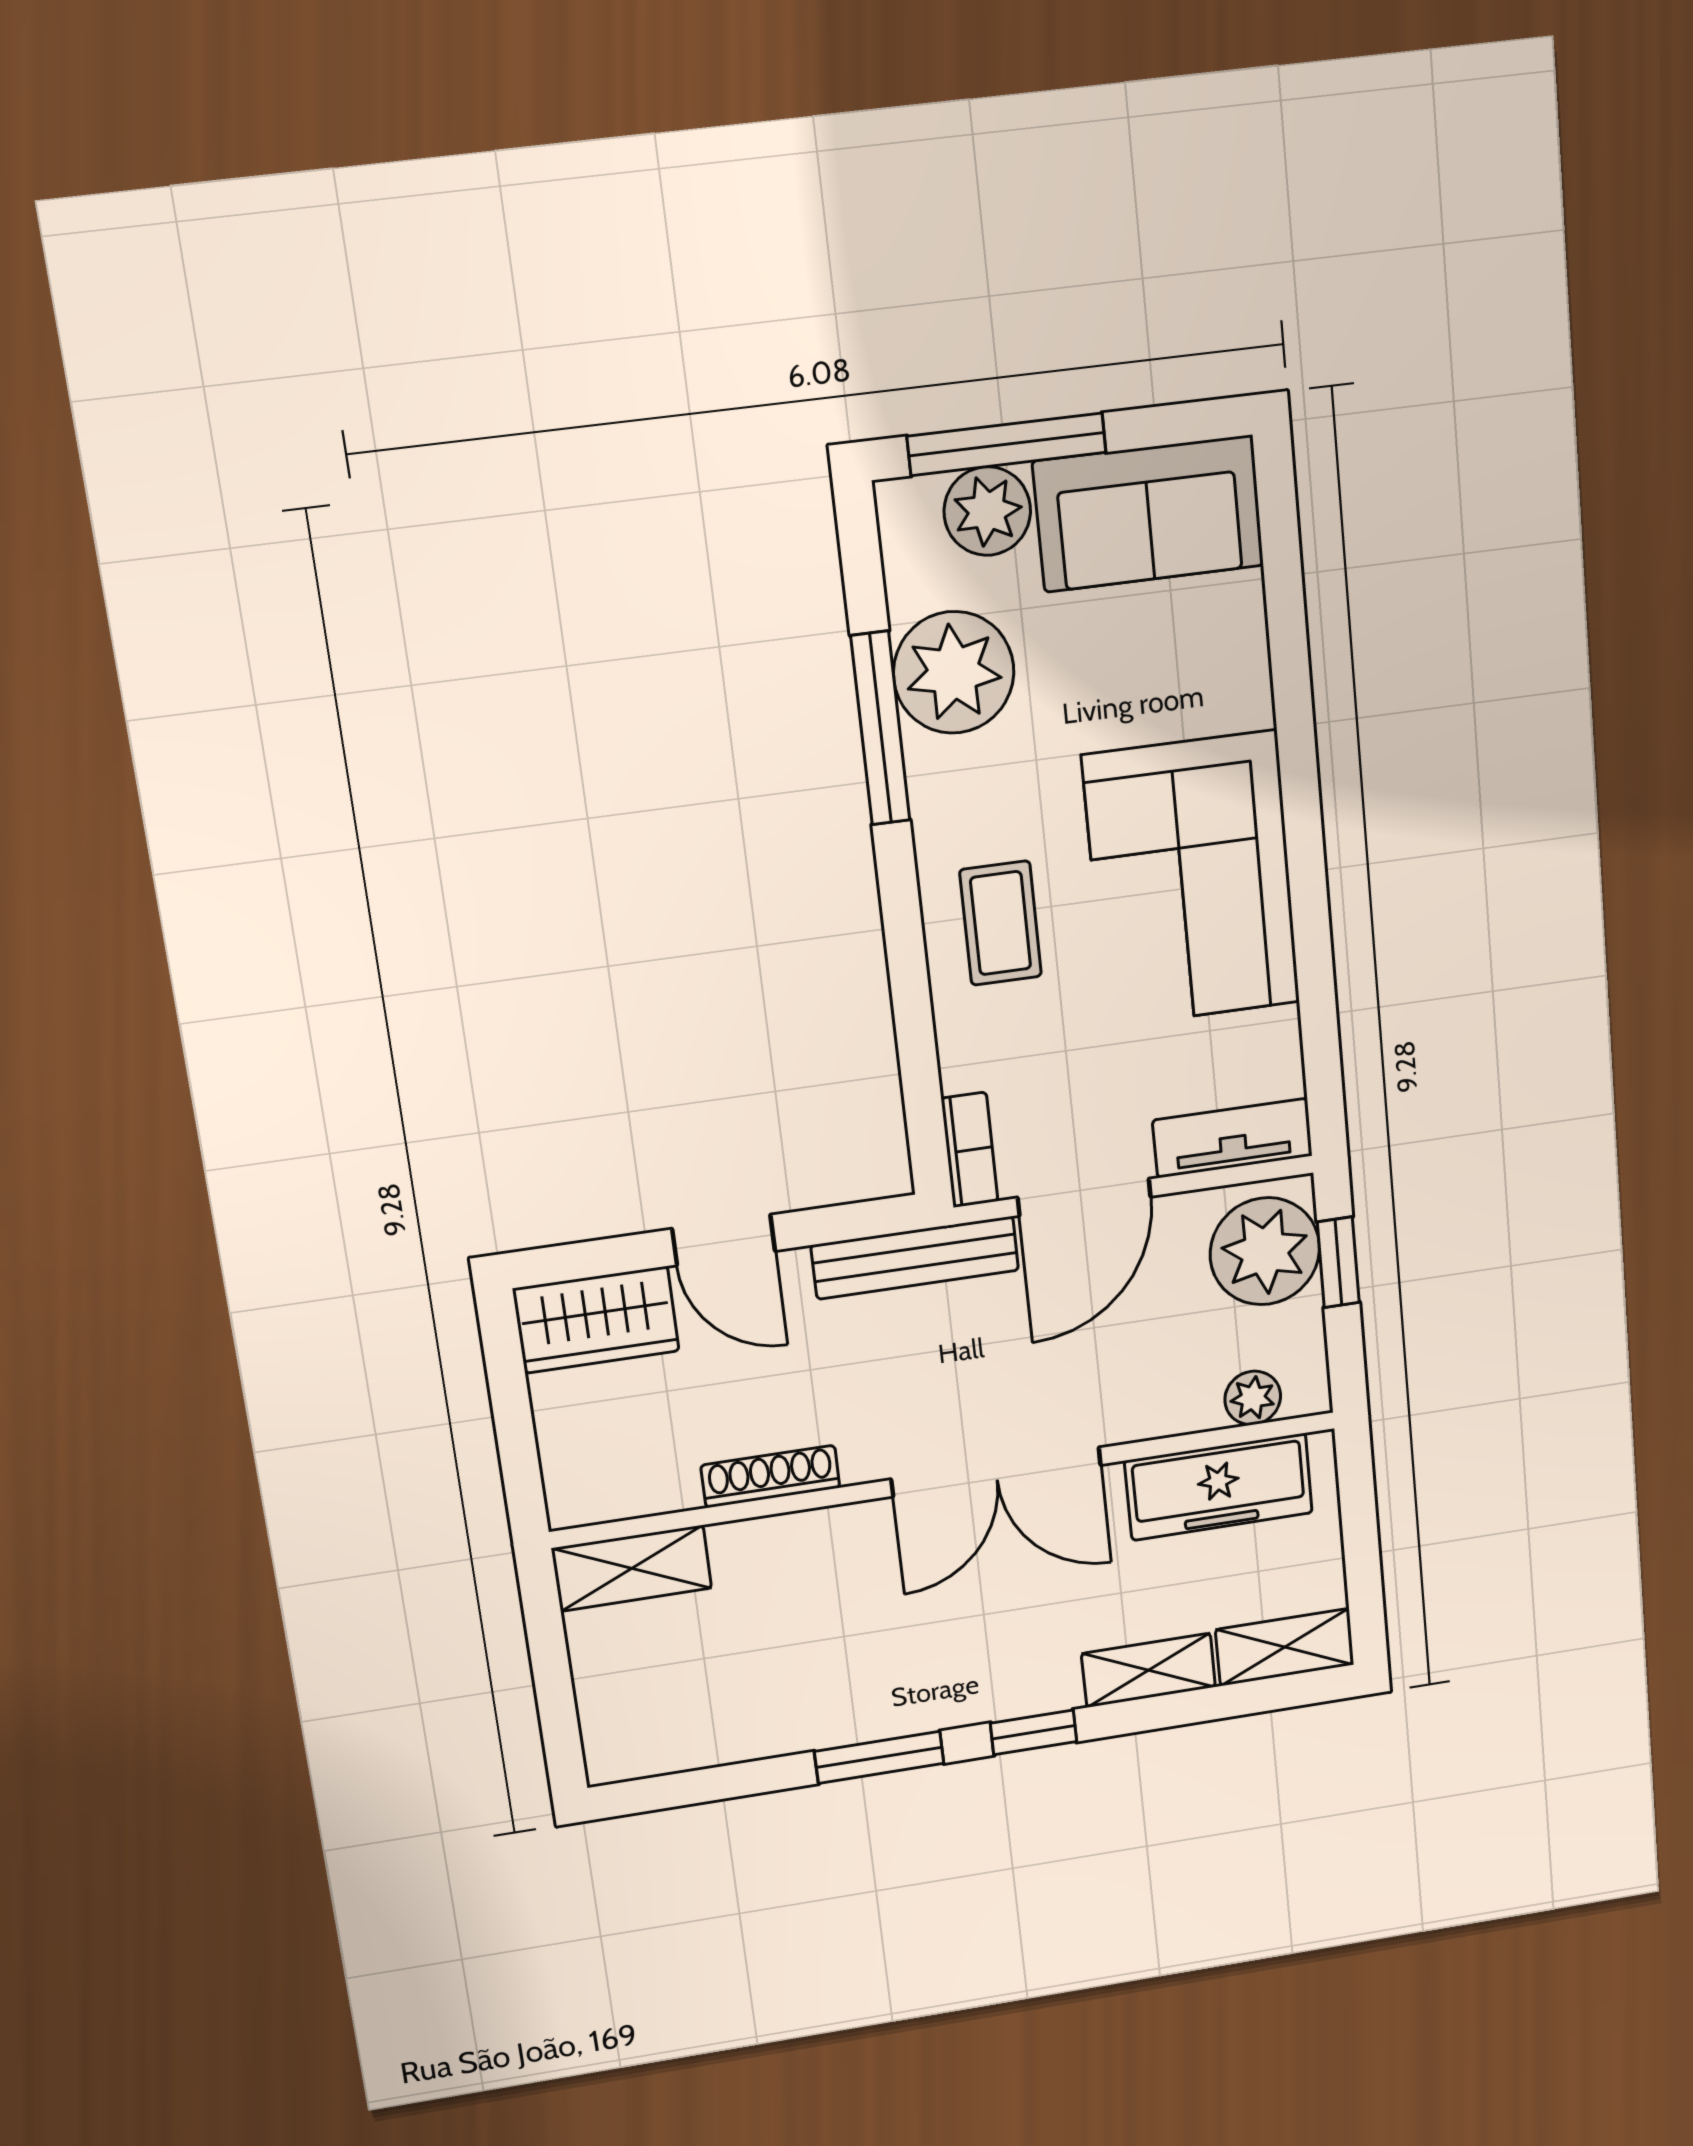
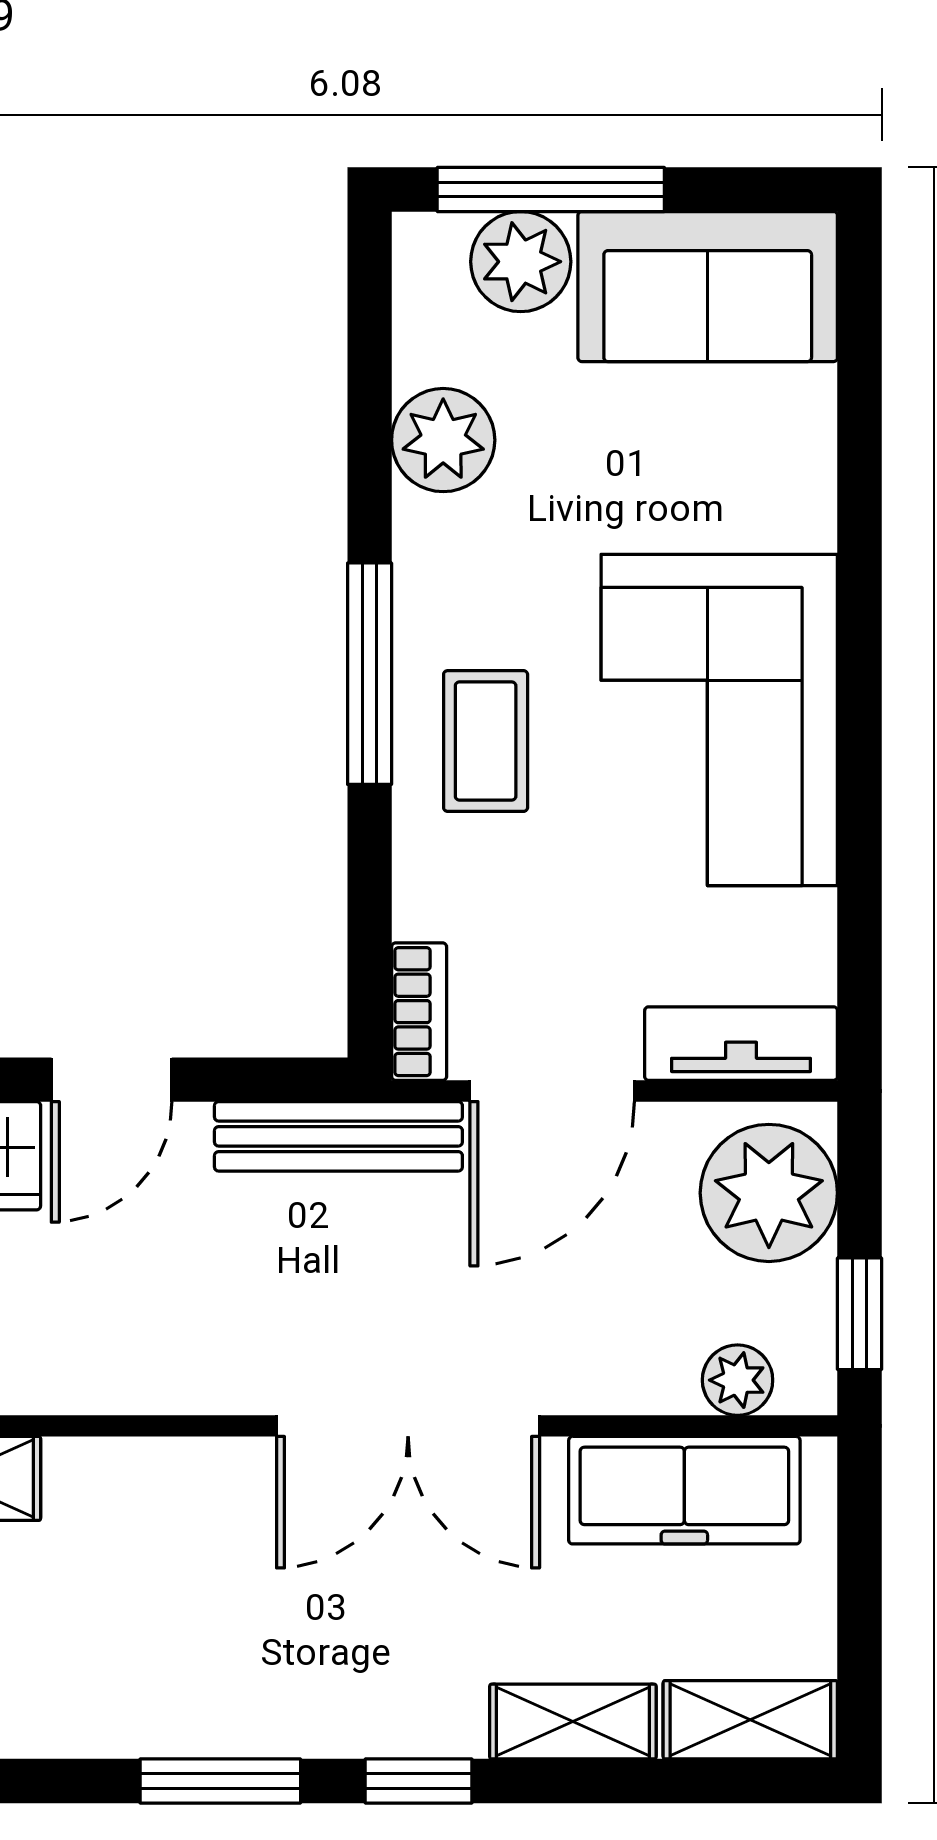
plant: (954, 672) -> (443, 440), width x0.73, depth x0.73
window: (880, 728) -> (370, 674), moved
door: (724, 1240) -> (112, 1080), hinge flipped
window: (1338, 1262) -> (860, 1314), moved
shoe rack: (770, 1477) -> (131, 1387), removed

